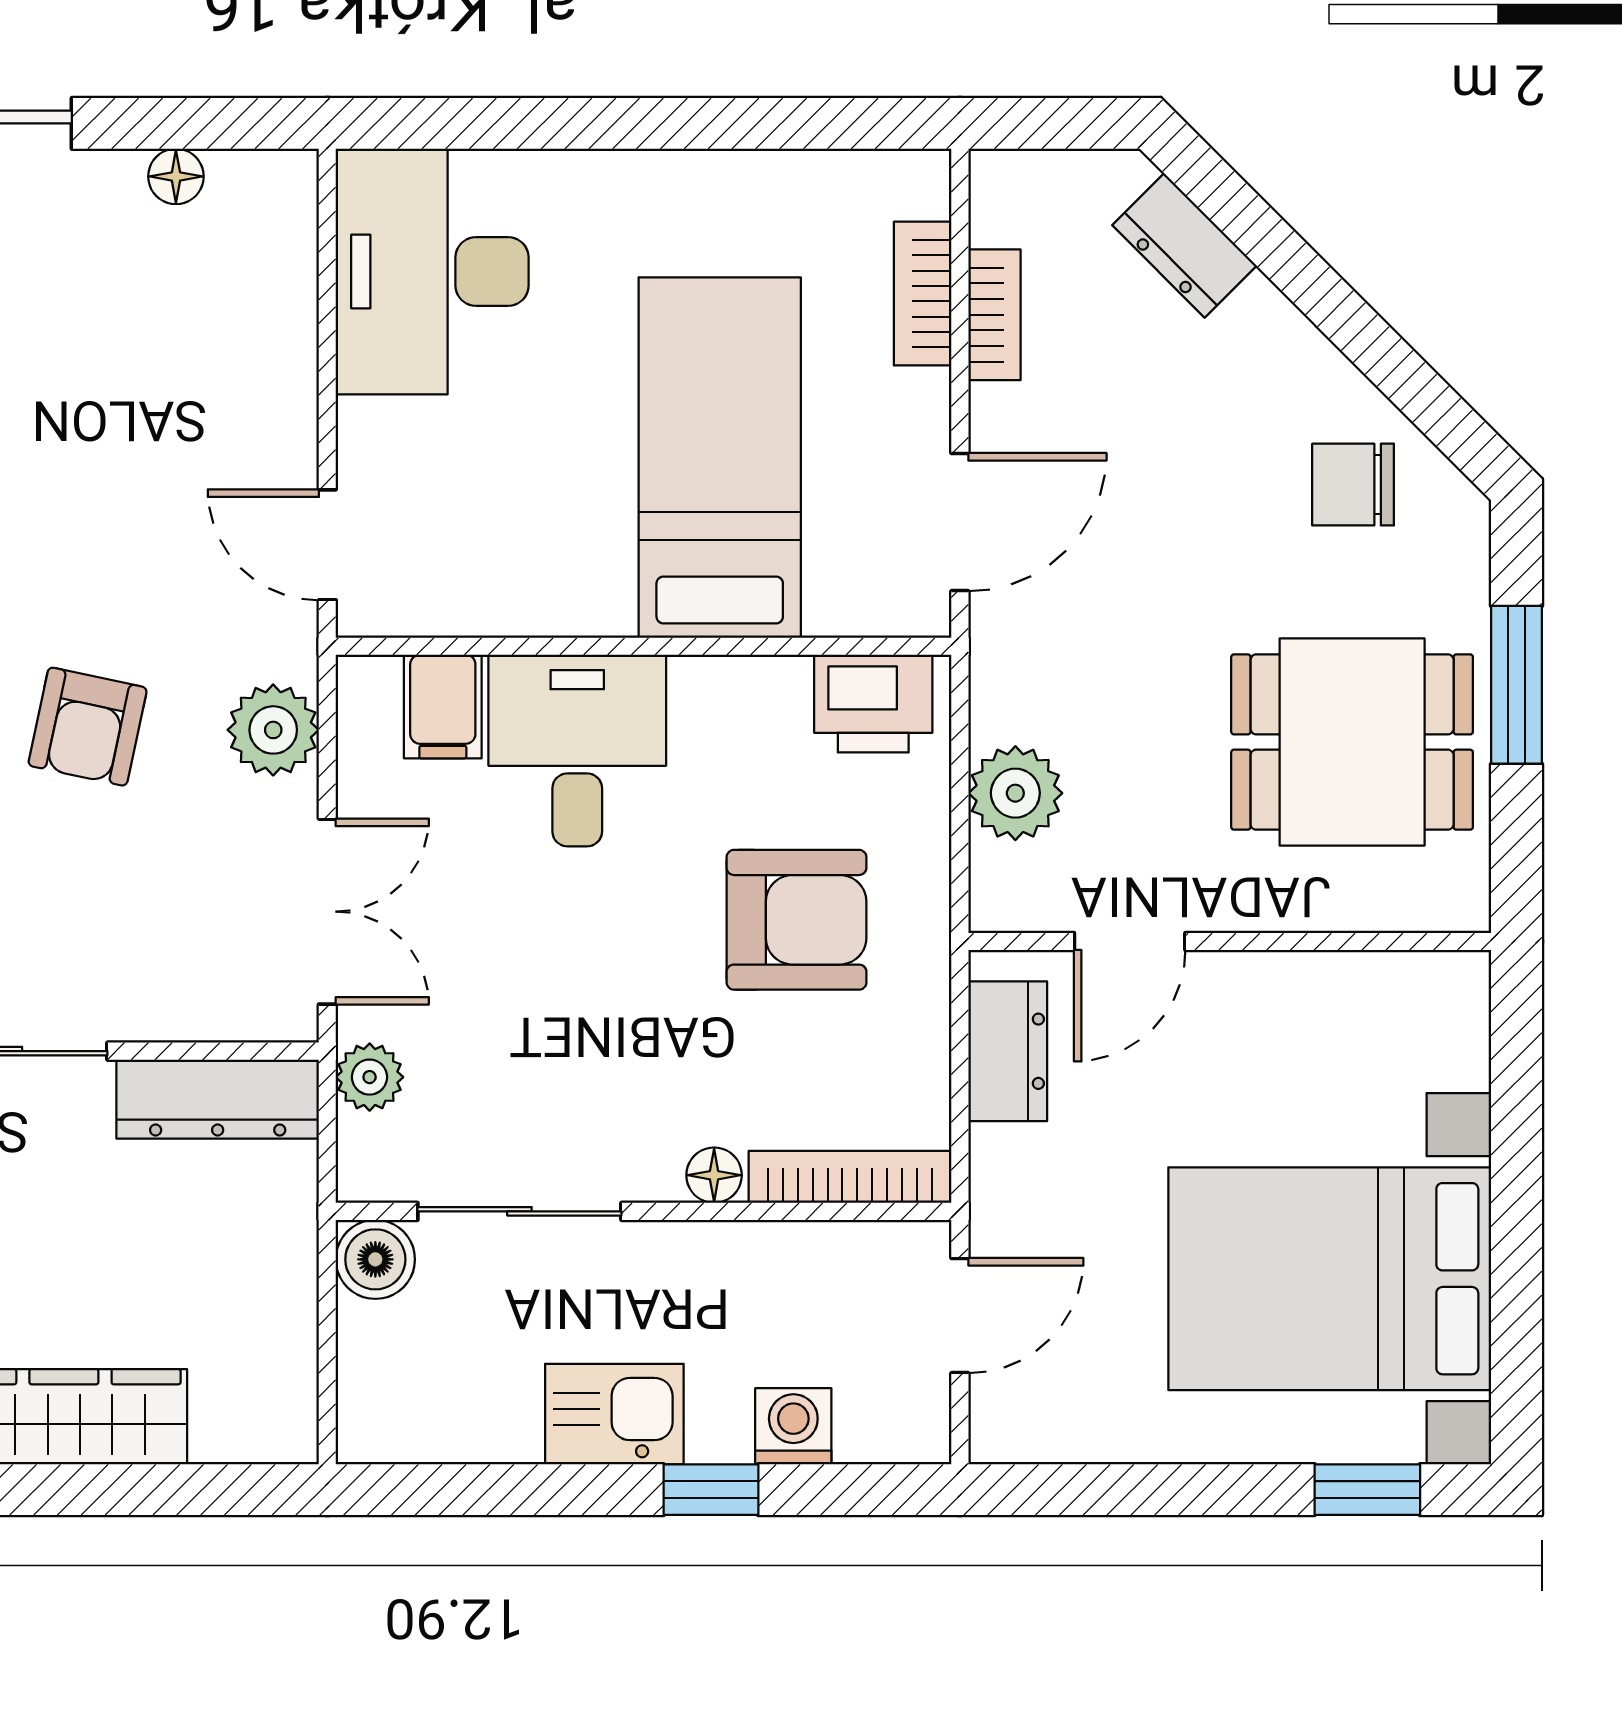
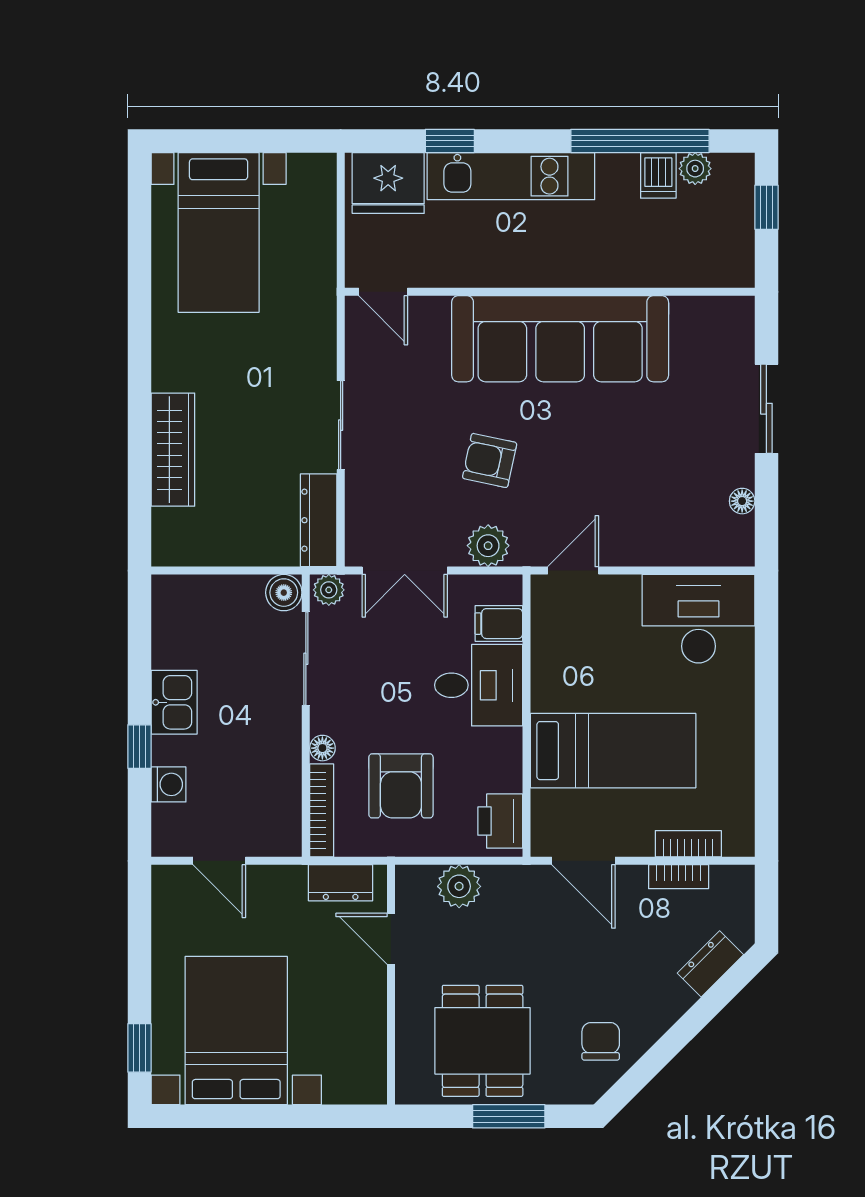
floor lamp: (714, 1175) -> (322, 748), moved
bookcase: (850, 1177) -> (322, 810), moved
sliding door: (519, 1211) -> (306, 659), moved
wall: (644, 1211) -> (306, 716), moved
boiler: (375, 1259) -> (284, 593), moved

